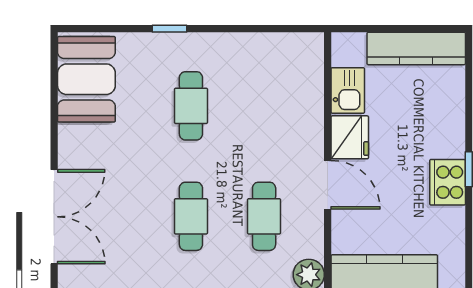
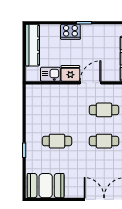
cooker: (448, 182) -> (70, 32), moved

